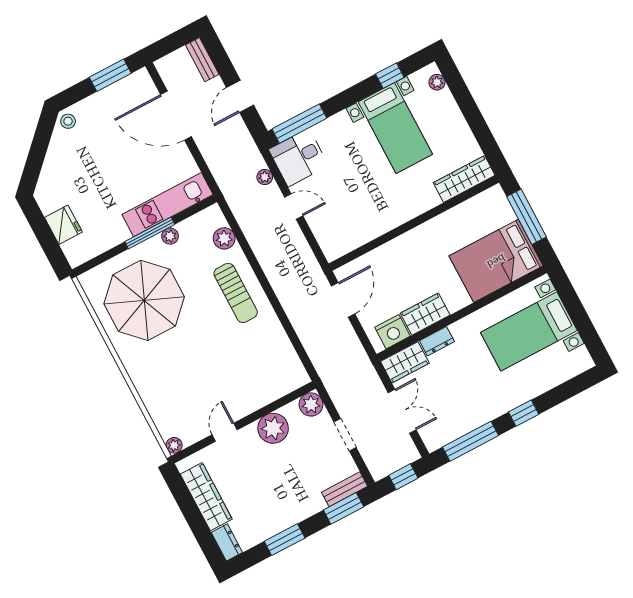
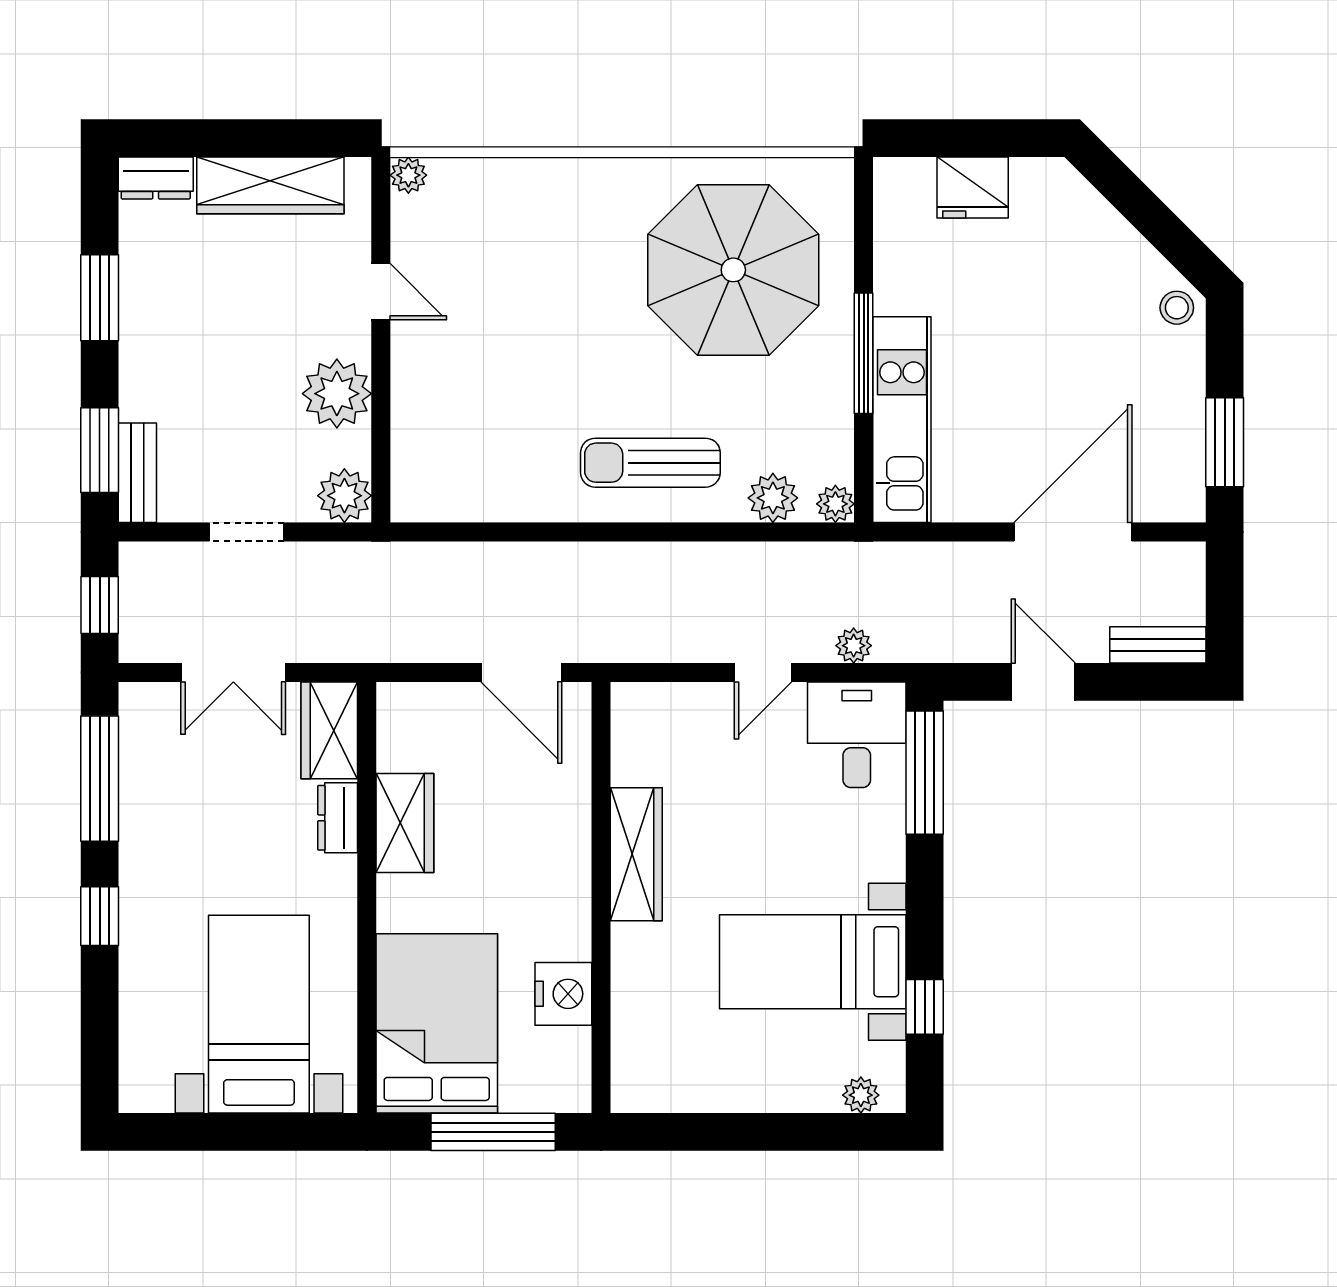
wardrobe: (464, 179) -> (636, 854), moved
plant: (170, 236) -> (835, 504), moved
nightstand: (392, 332) -> (563, 994), moved, turned 180

